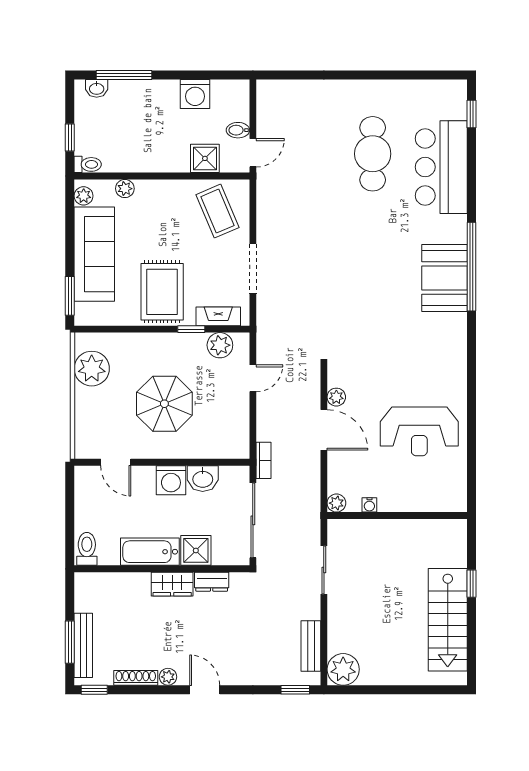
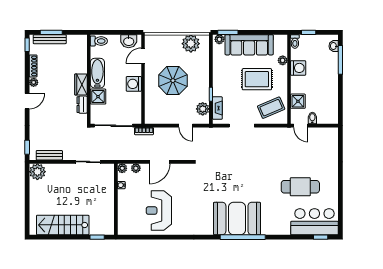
washing machine: (195, 94) -> (298, 68), moved, turned 180
bar counter: (441, 167) -> (314, 222), moved
plant: (84, 196) -> (219, 39), moved
booth: (444, 278) -> (237, 219), width x1.36, depth x1.42
rug: (162, 292) -> (257, 79), moved
plant: (336, 397) -> (136, 168), moved
washbasin: (203, 479) -> (129, 41), moved, turned -90
window: (471, 584) -> (97, 237), moved

